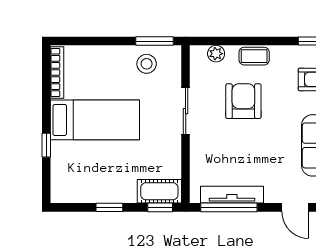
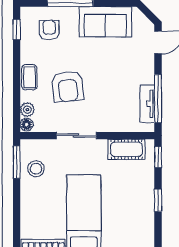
floor lamp: (198, 53) -> (27, 125), added
armchair: (243, 101) -> (68, 86), turned -96
cot: (159, 191) -> (126, 149), moved, turned 90
tv unit: (232, 195) -> (147, 104), width x0.71

